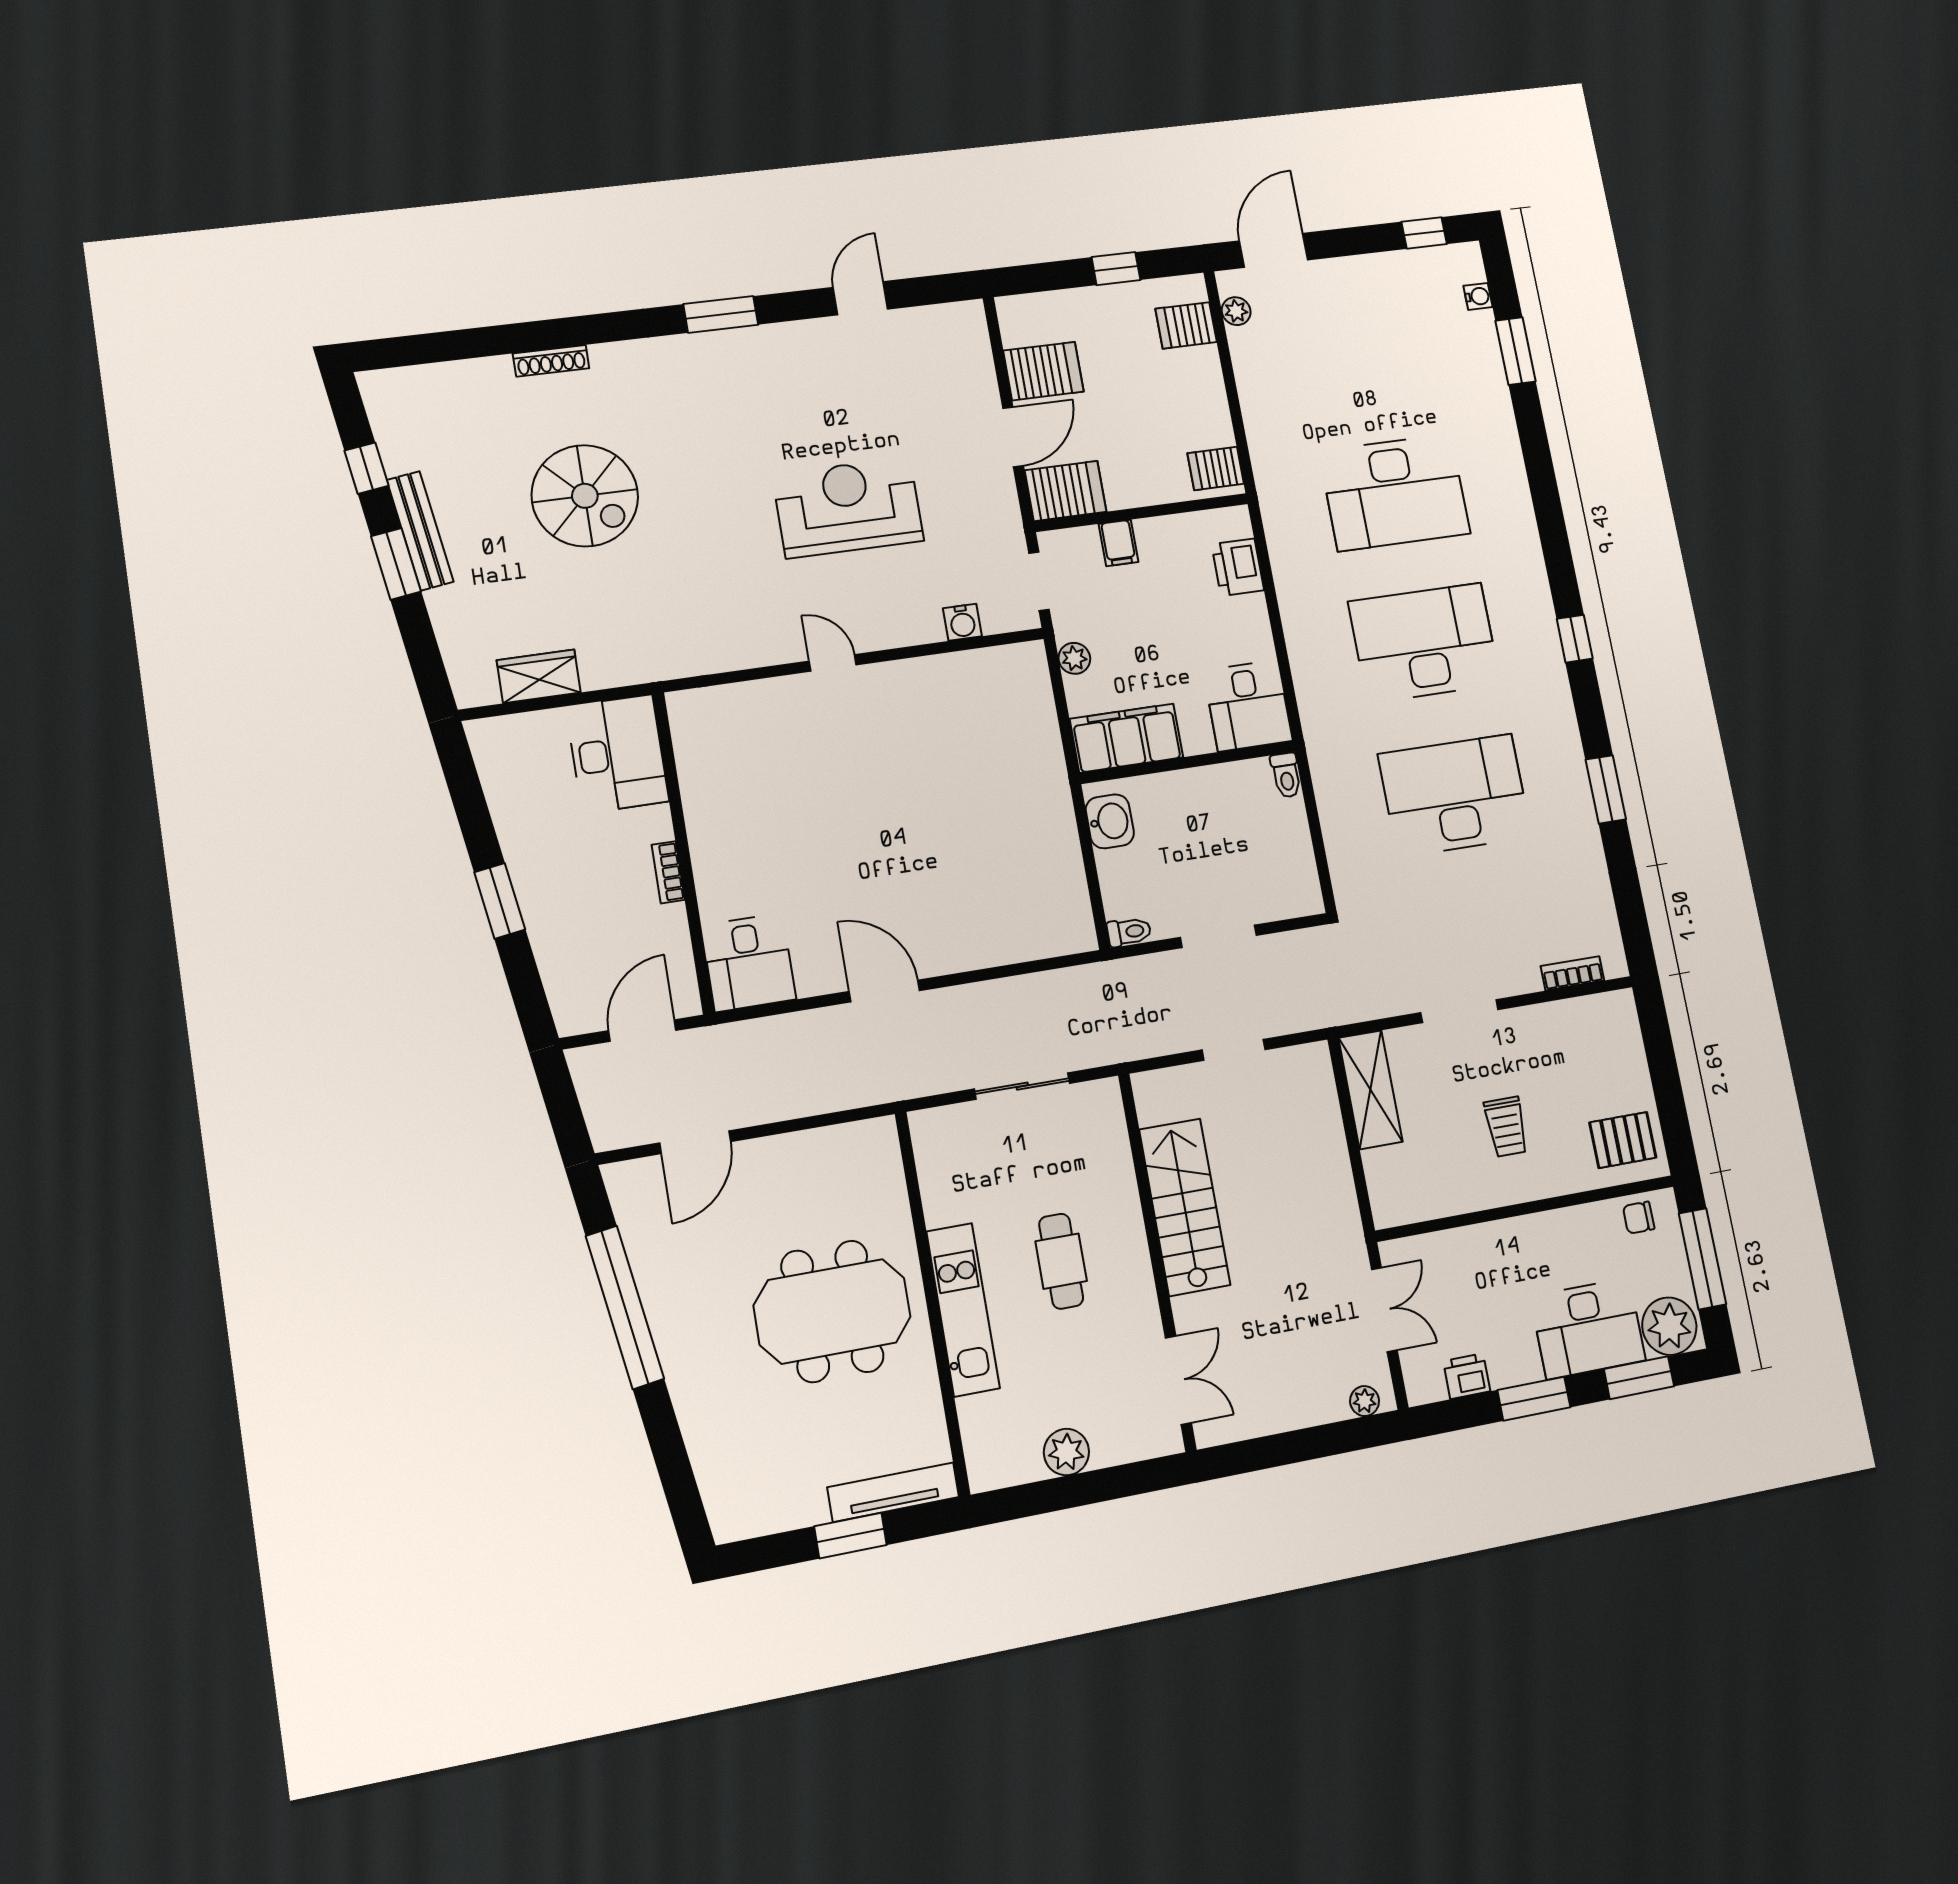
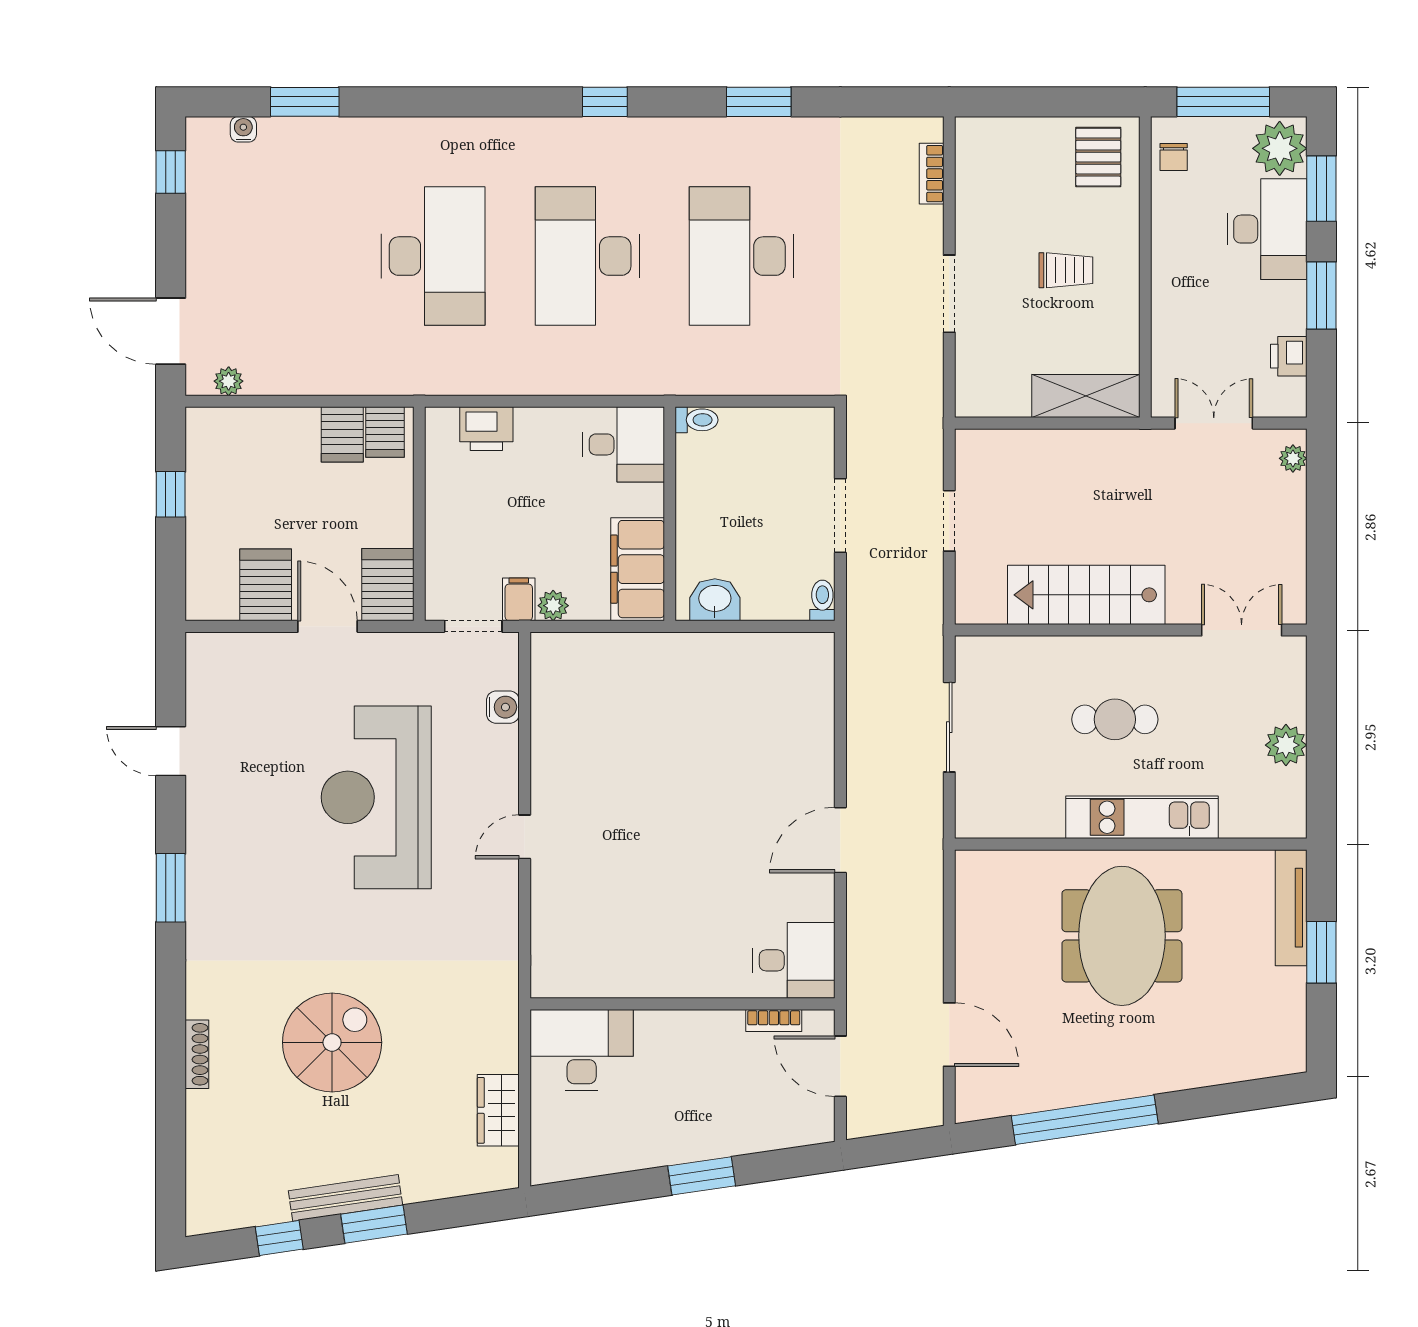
server rack: (1186, 325) -> (342, 434), moved
reception desk: (848, 508) -> (376, 797), width x1.36, depth x1.30
filing cabinet: (1119, 543) -> (519, 599), moved, turned -90
bookcase: (668, 872) -> (774, 1020), moved
shelving: (1370, 1090) -> (1086, 396), moved

